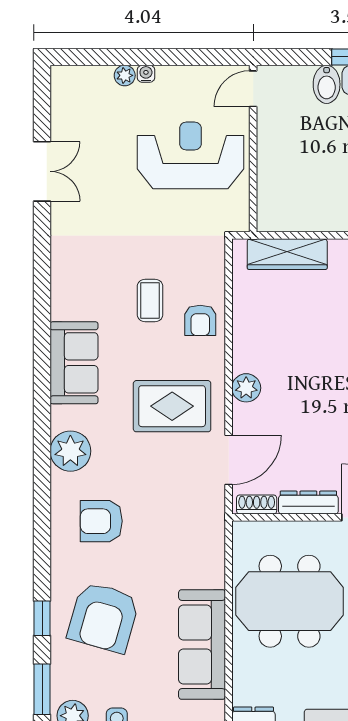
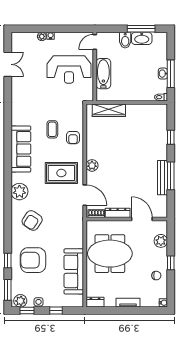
reception desk: (190, 155) -> (69, 69), turned 180
bathtub: (274, 166) -> (103, 74), added
double door: (42, 171) -> (8, 64), moved
sofa: (74, 363) -> (21, 149), width x1.36
door: (229, 460) -> (85, 195), hinge flipped
armchair: (101, 521) -> (32, 220), turned -56
armchair: (103, 617) -> (33, 260), turned 74

